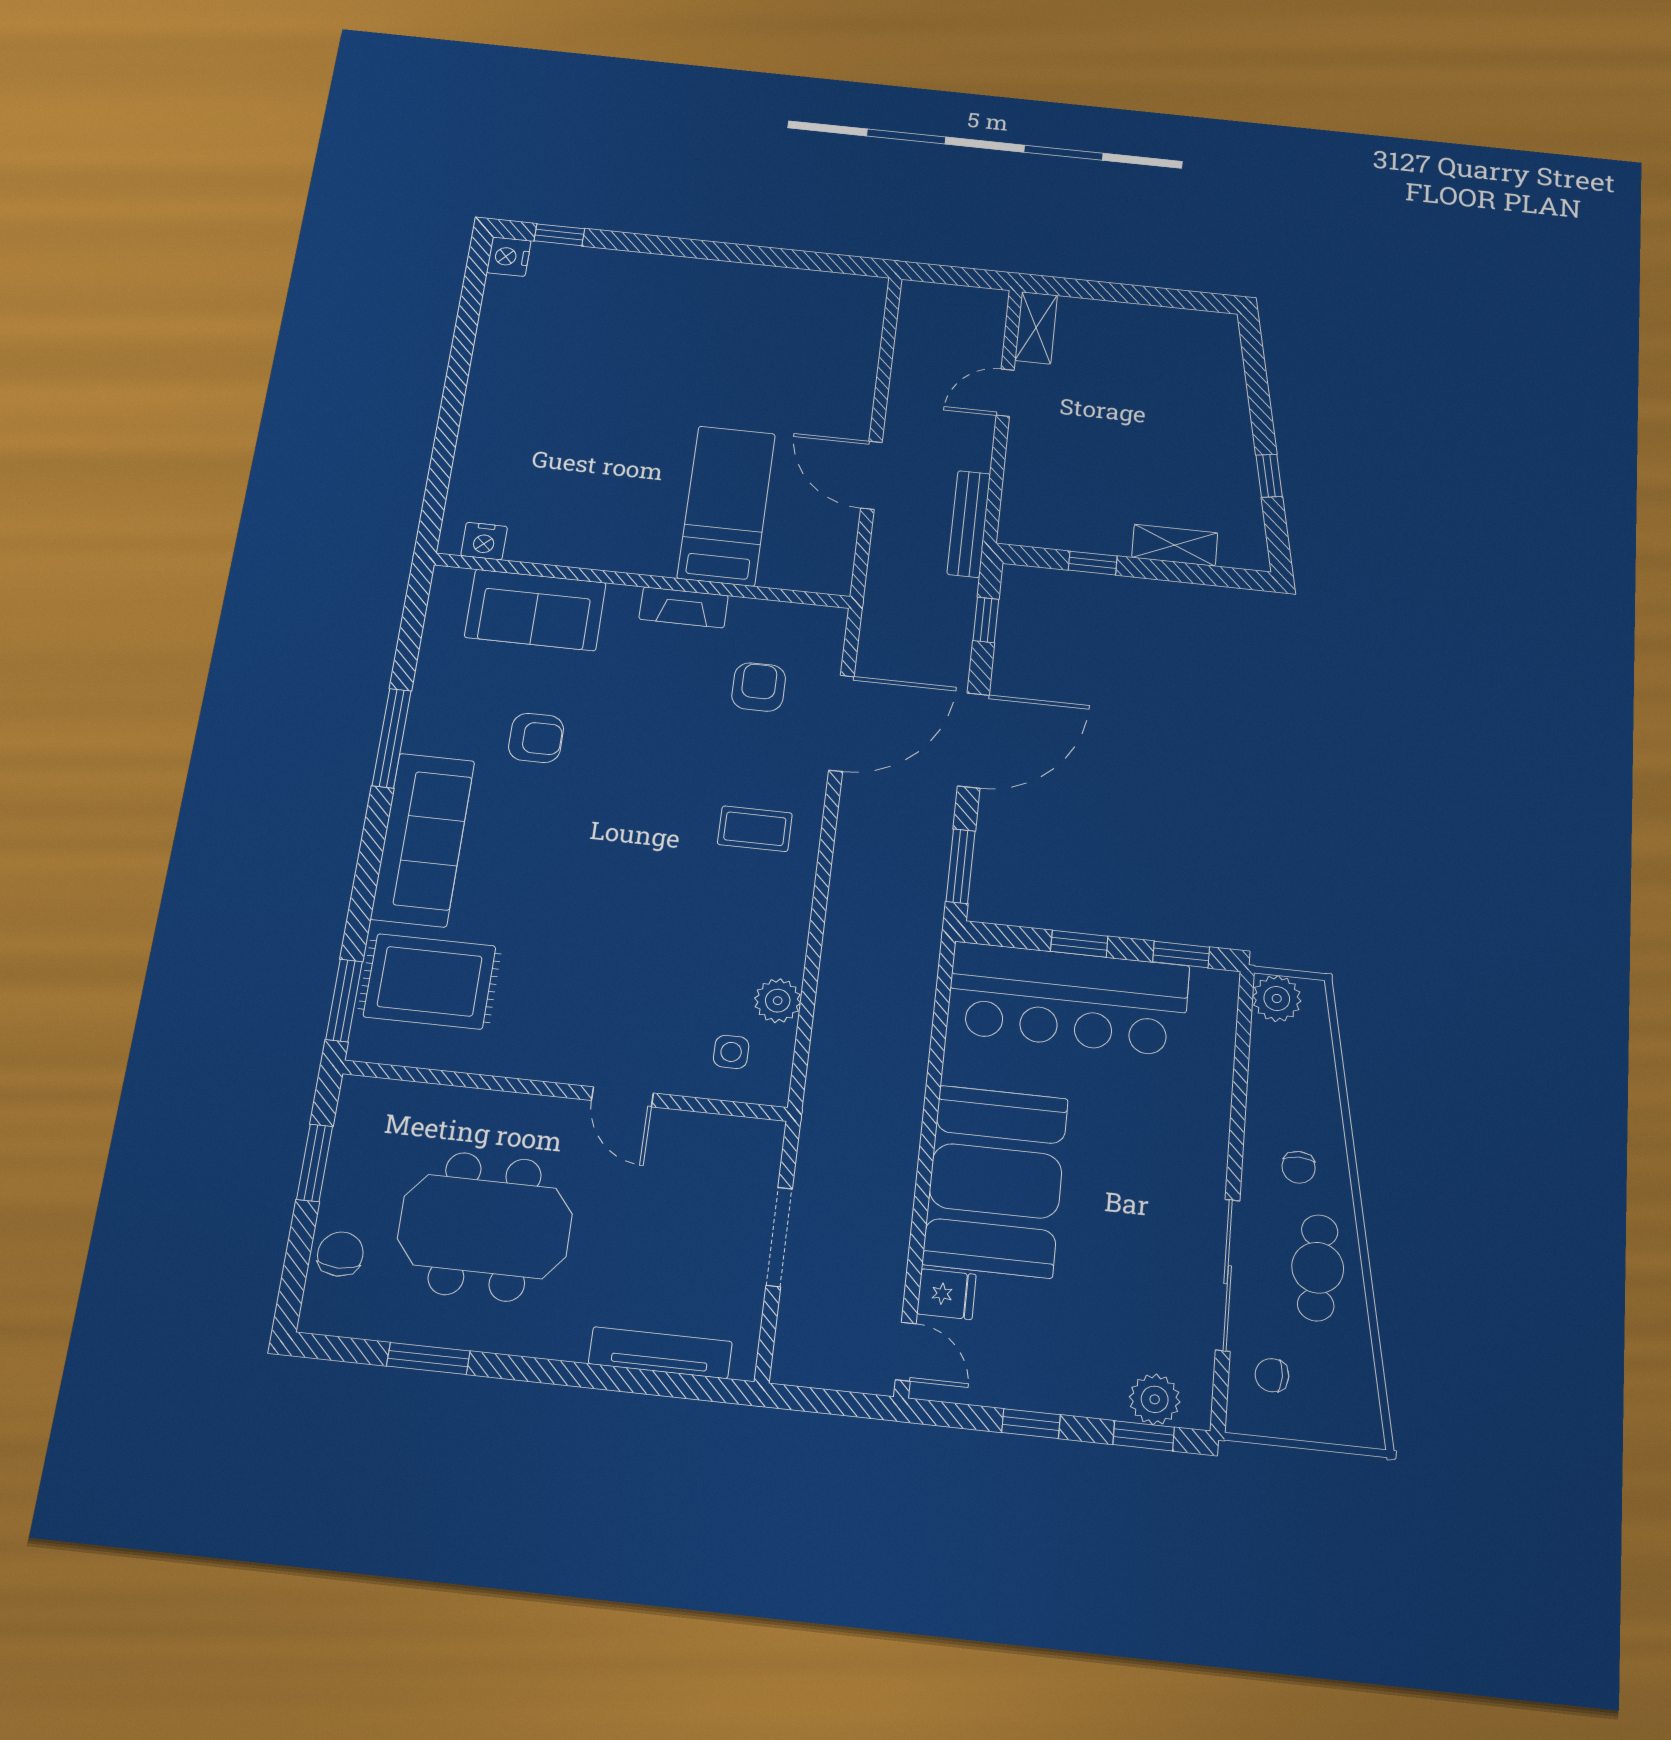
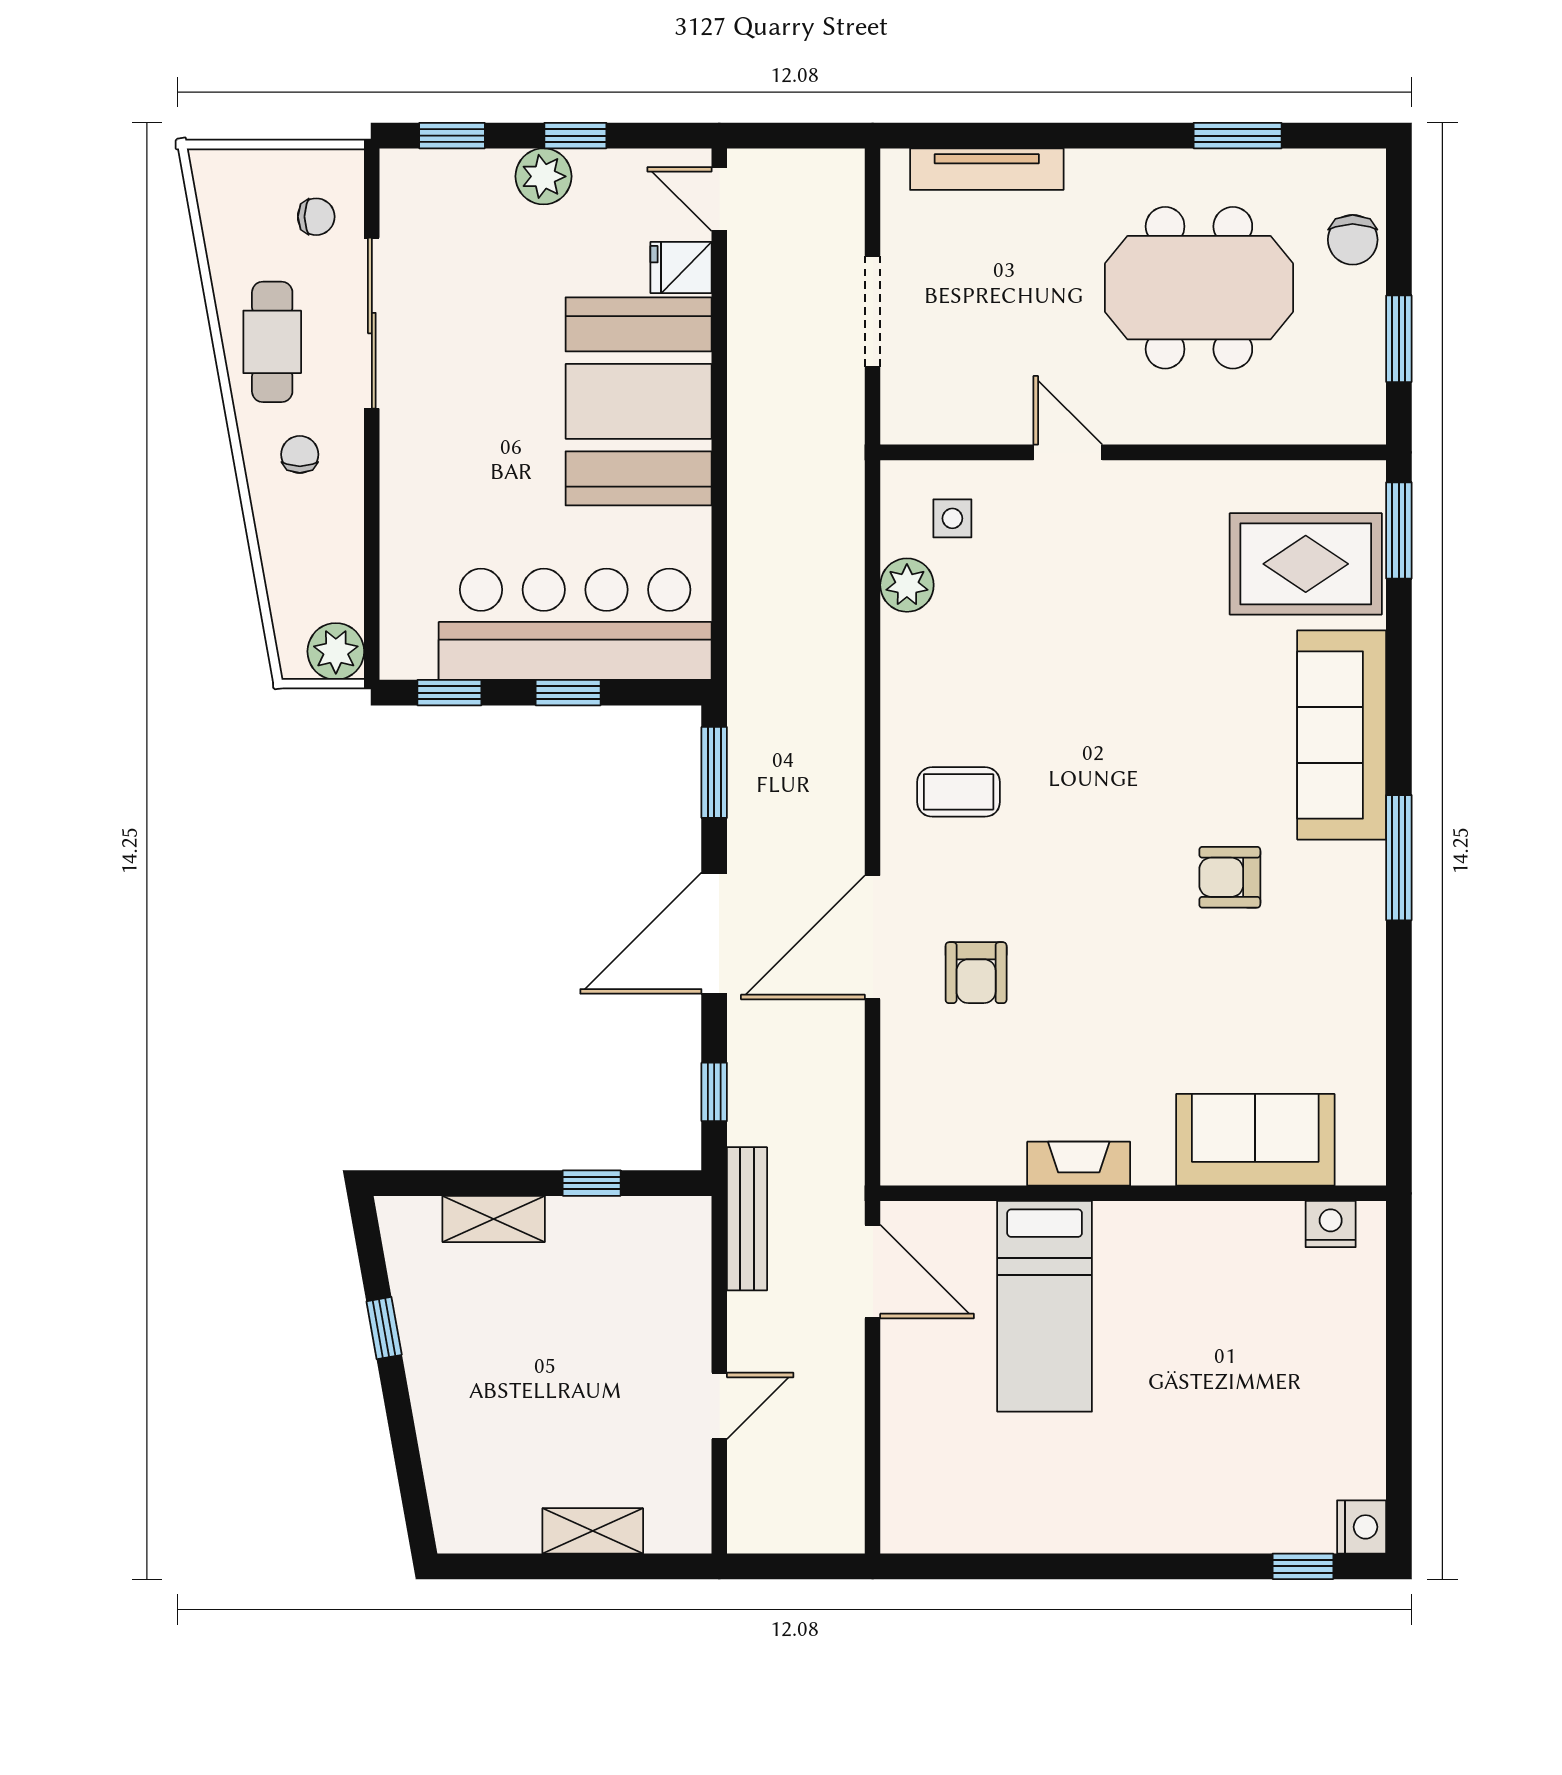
shelving: (1036, 328) -> (593, 1531), moved, turned 90
bed: (726, 505) -> (1045, 1306), moved
nightstand: (484, 541) -> (1331, 1224), moved
wall: (642, 581) -> (1133, 1193), moved
fireplace: (684, 607) -> (1079, 1164), moved
sofa: (535, 610) -> (1255, 1140), moved
plant: (1155, 1399) -> (543, 176), moved

